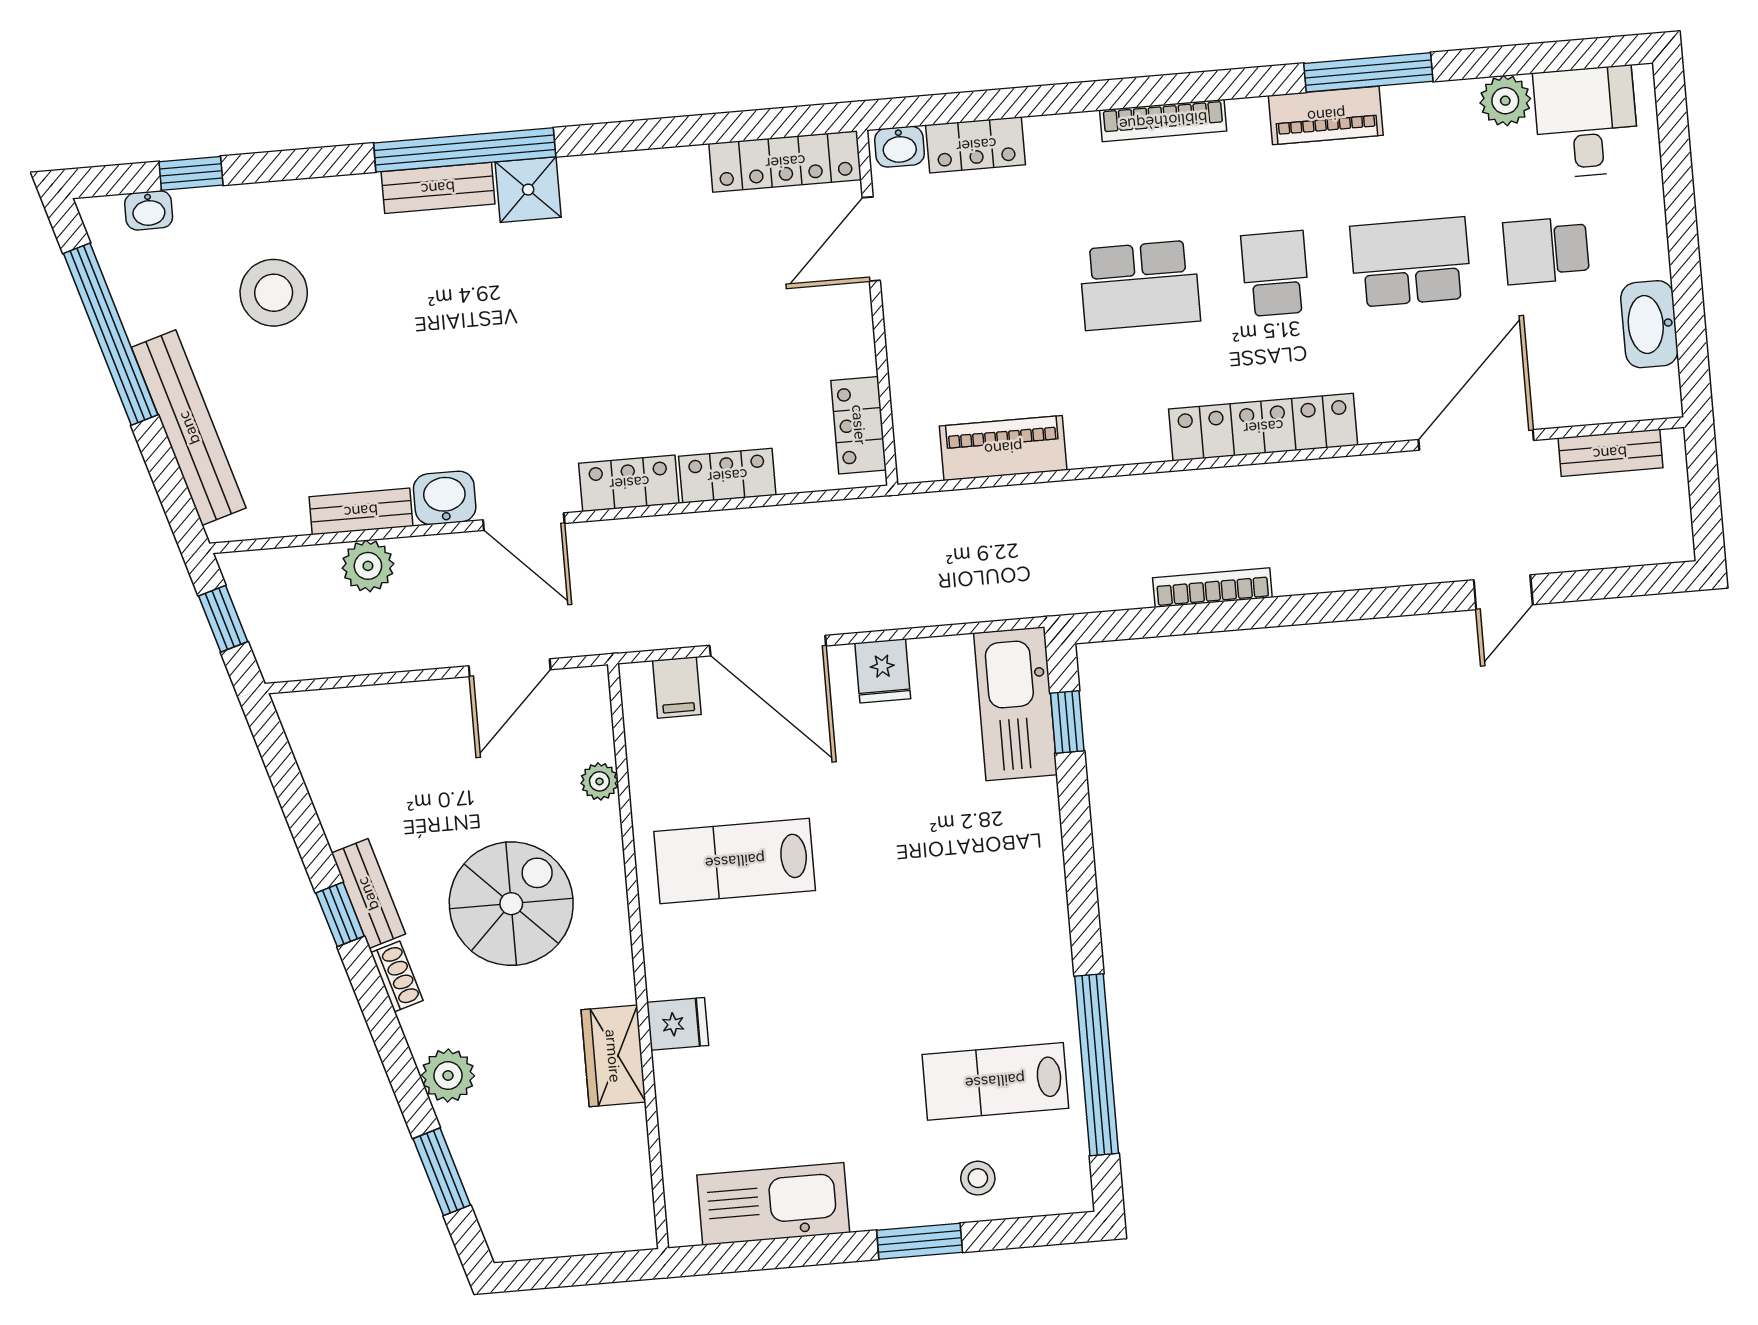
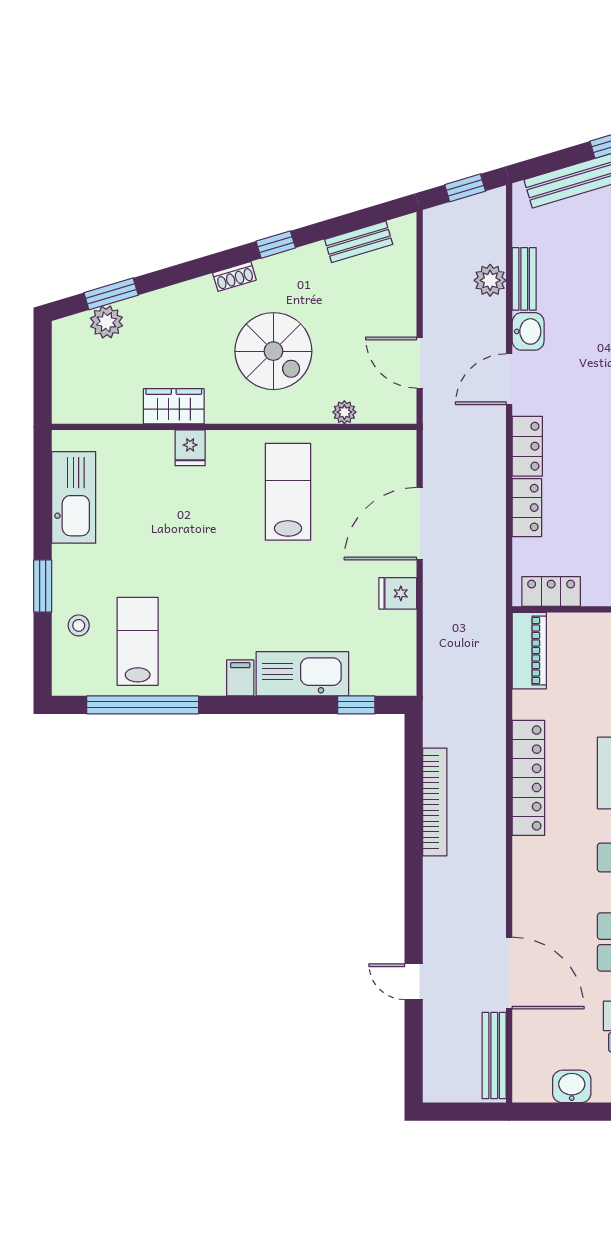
washbasin: (1649, 324) -> (572, 1086), width x0.72
locker: (1263, 427) -> (528, 778), moved
piano: (1003, 448) -> (529, 651), moved
bench: (1610, 453) -> (494, 1056), width x1.36
bookcase: (1212, 588) -> (435, 802), width x1.48, depth x1.31
filing cabinet: (677, 687) -> (240, 678), moved, turned 90
kitchen sink: (1015, 704) -> (302, 674), moved
bench: (368, 894) -> (359, 242), moved
plant: (448, 1076) -> (106, 322), moved

